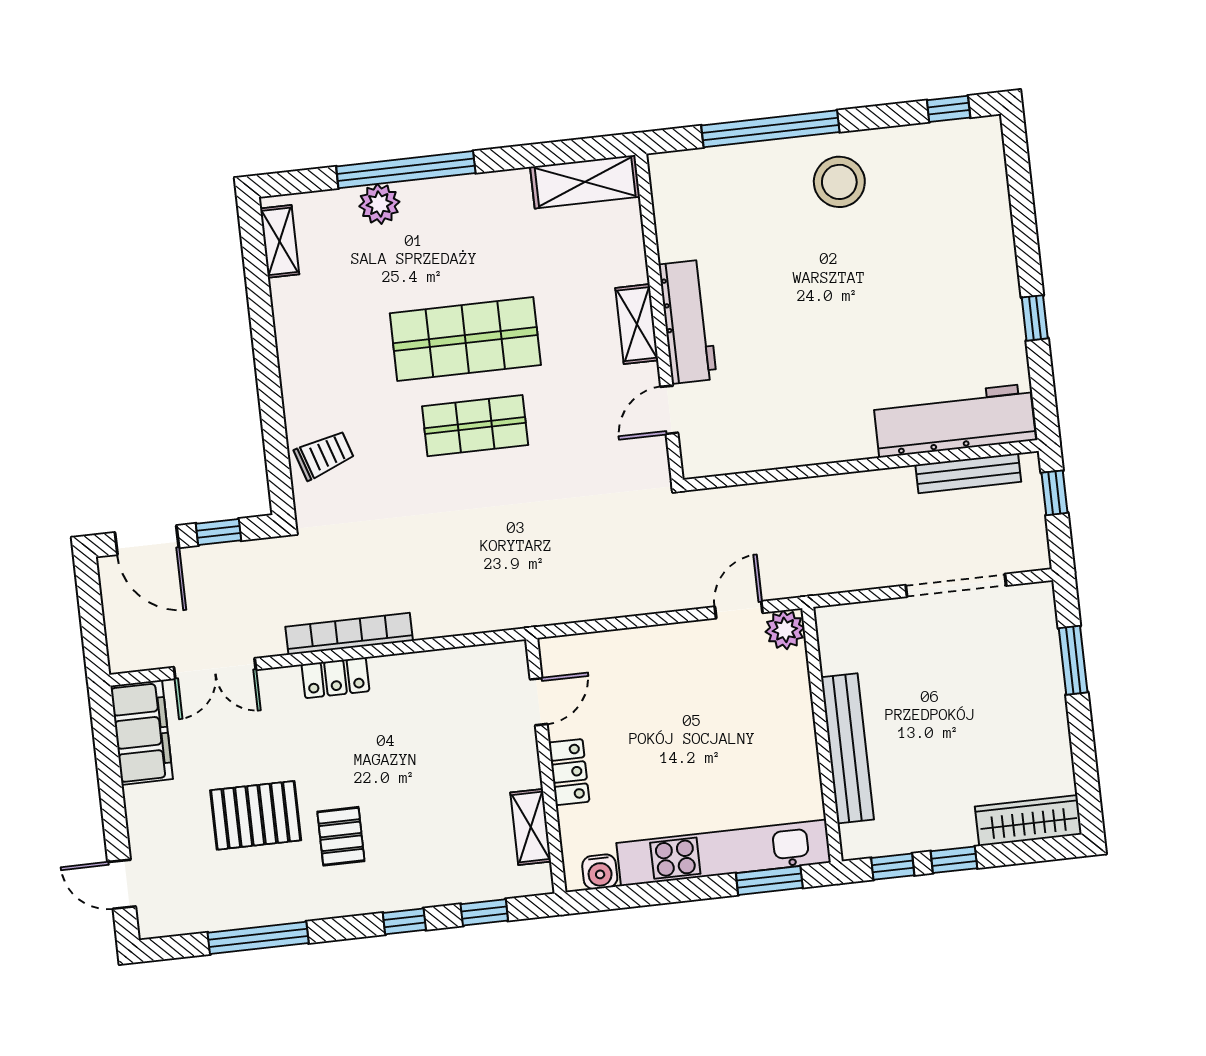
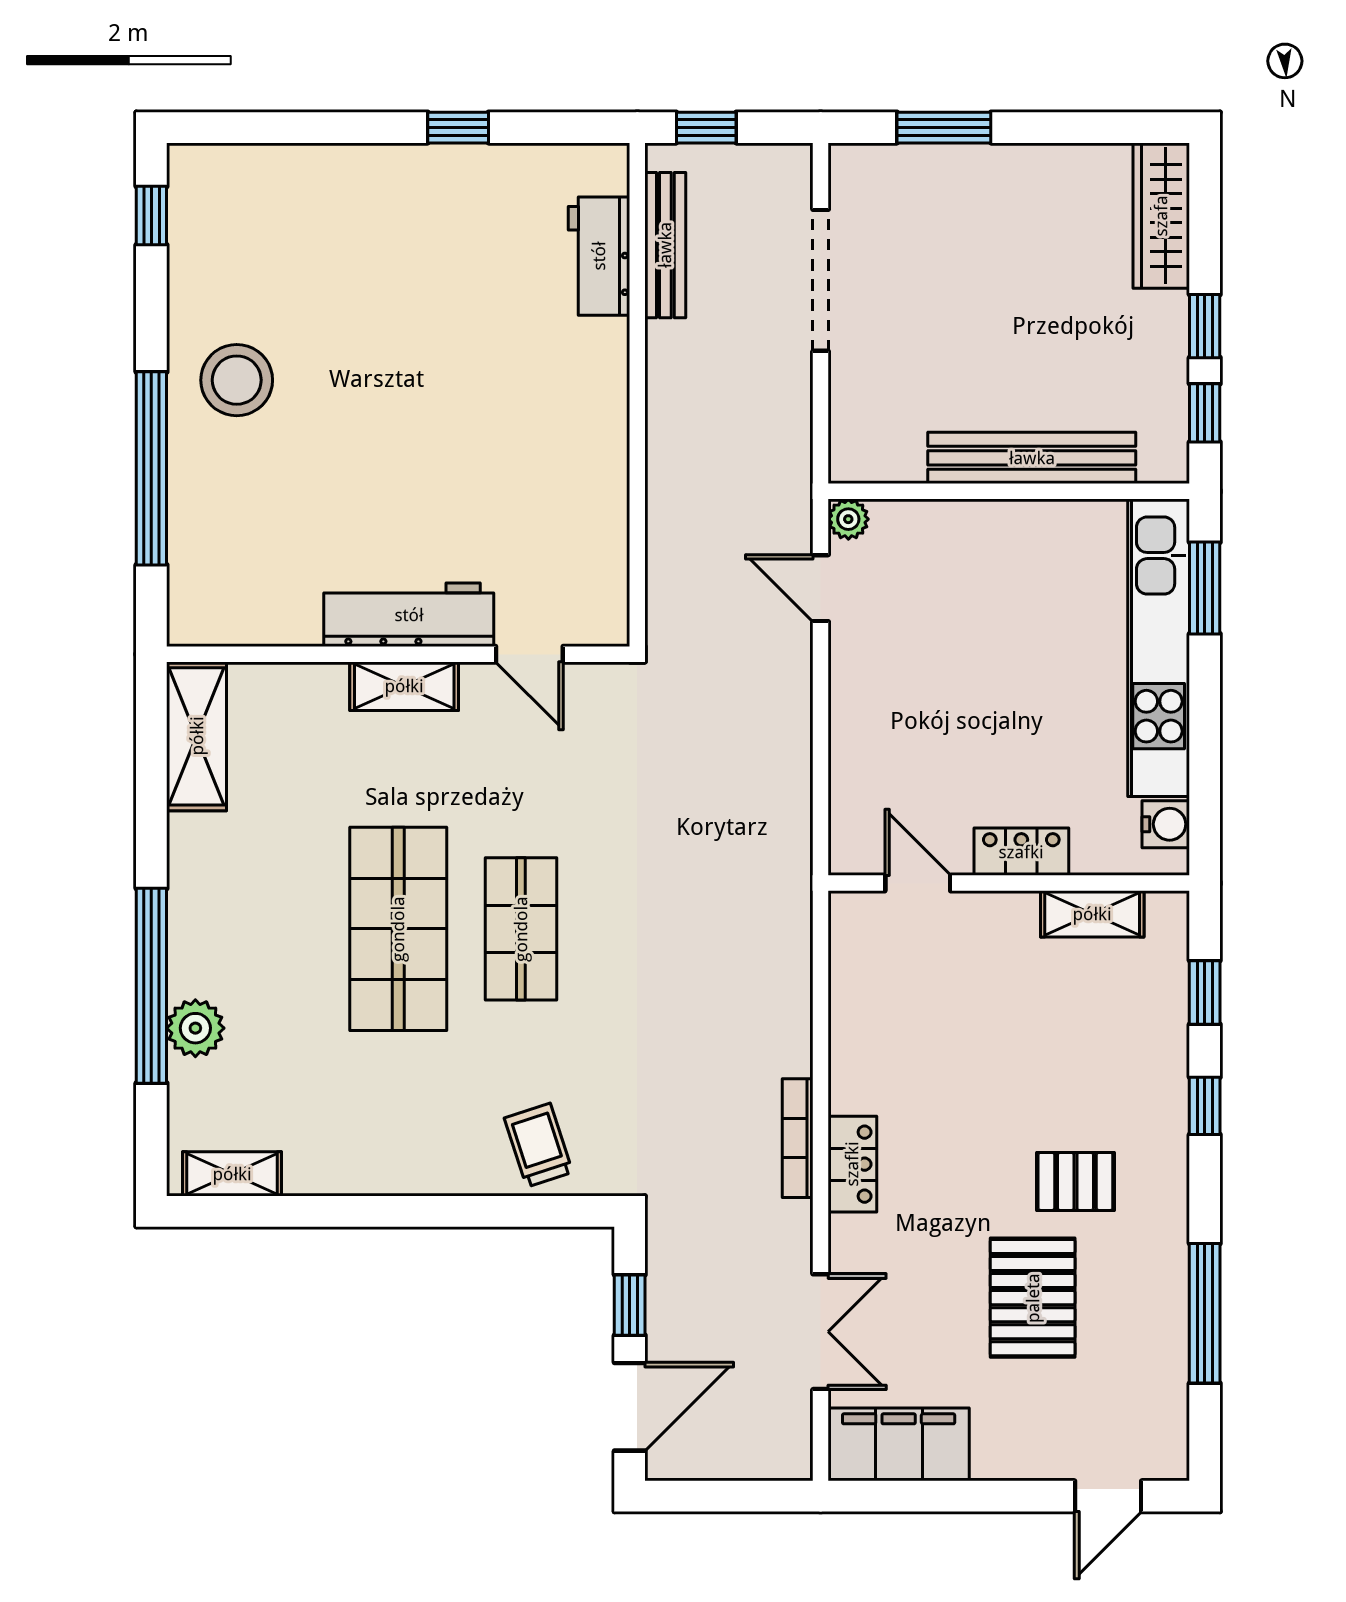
workbench: (955, 421) -> (599, 256), width x0.53, depth x0.76
plant: (785, 630) -> (848, 519), width x0.73, depth x0.73
bookcase: (349, 634) -> (798, 1138), width x0.68, depth x0.76

